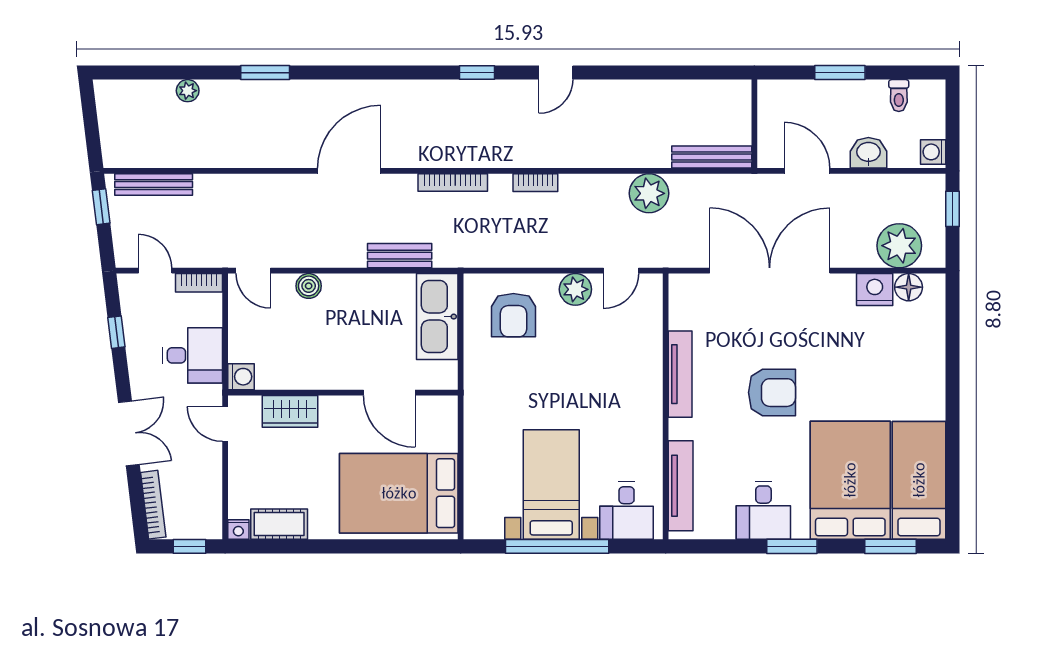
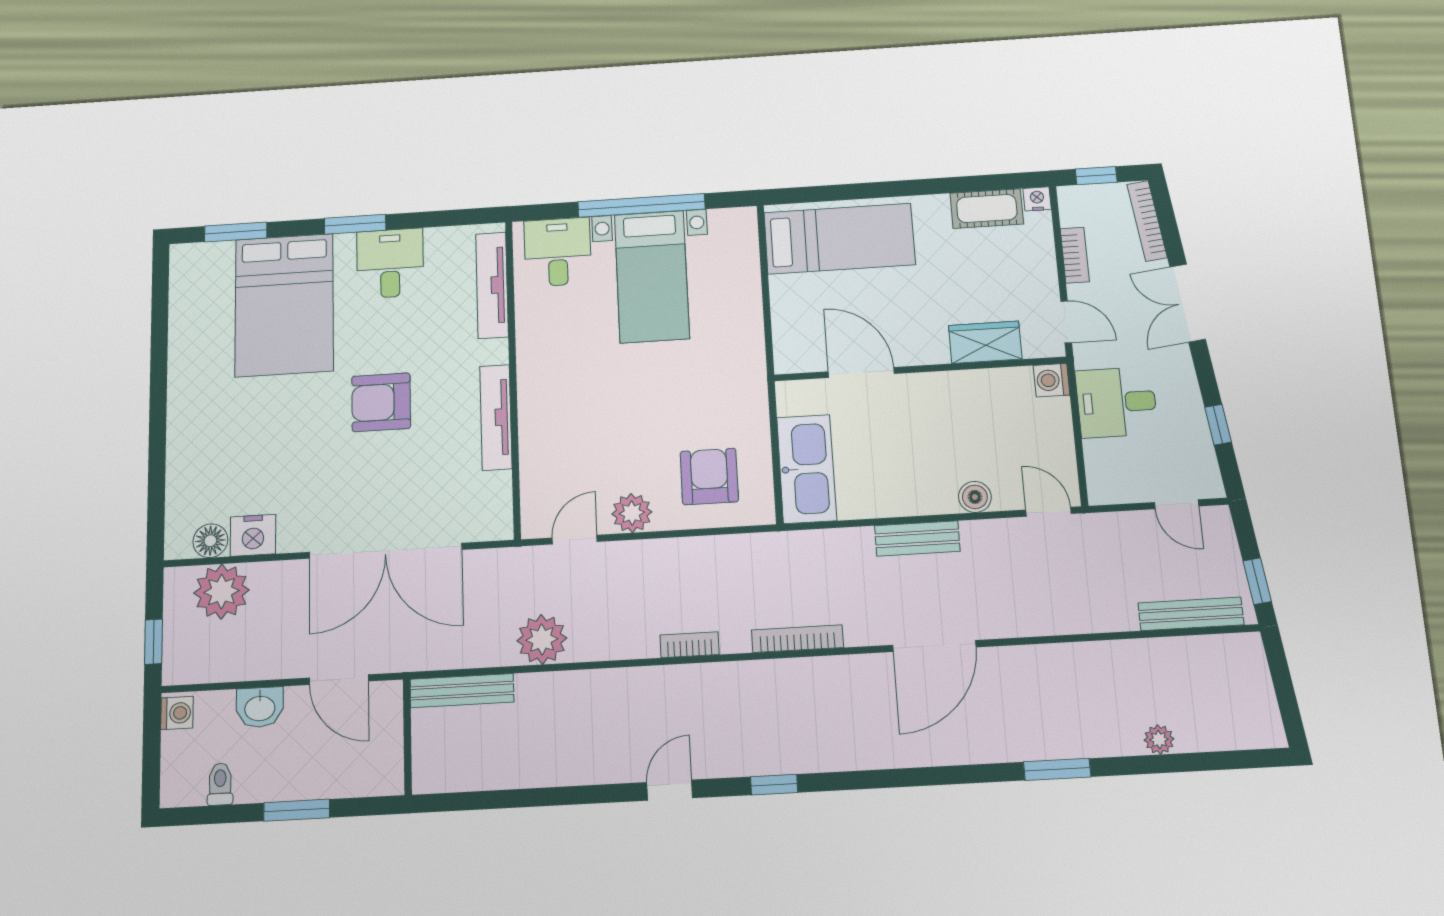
bench: (400, 256) -> (917, 538), moved
bookcase: (199, 283) -> (1075, 255), moved, turned 90
bed: (919, 480) -> (200, 310), removed
bed: (399, 493) -> (839, 239), width x0.67

